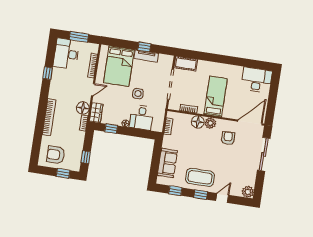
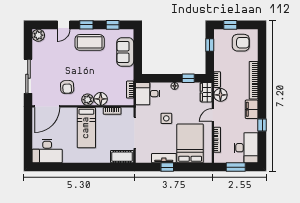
filing cabinet: (55, 90) -> (252, 109), added
desk: (141, 117) -> (148, 94), moved, turned -90

